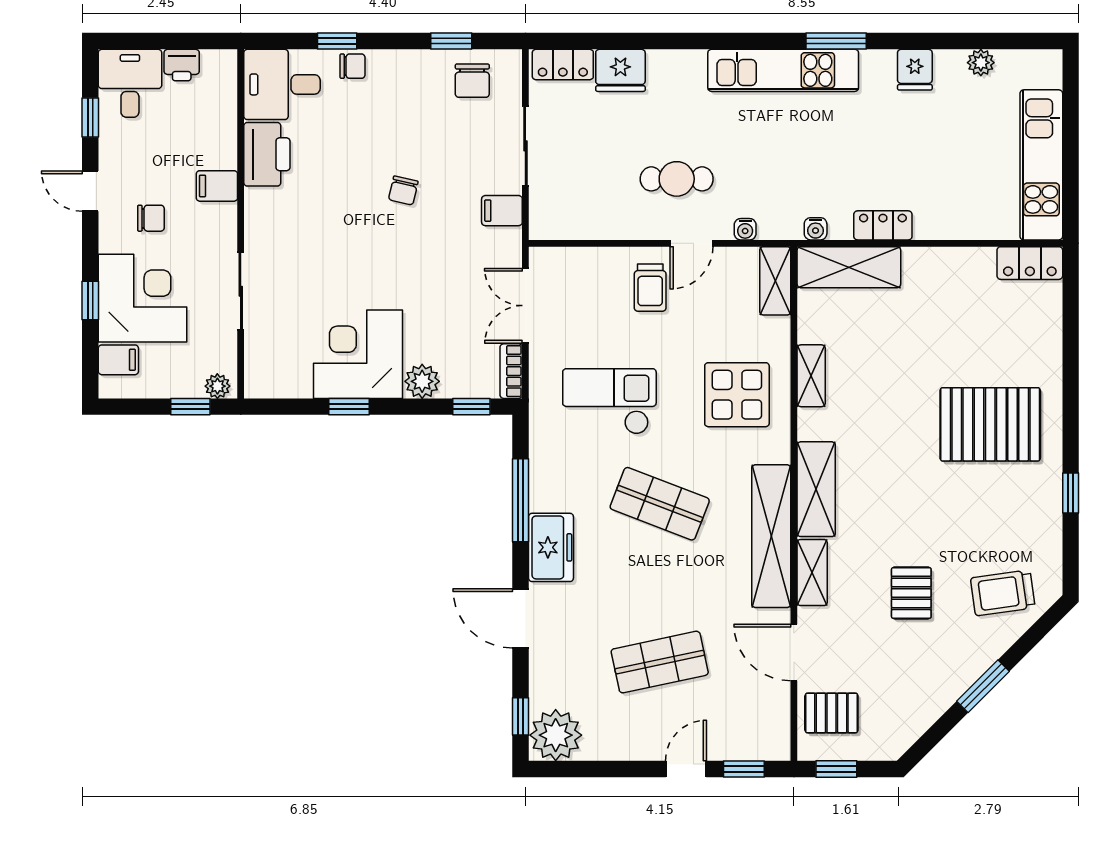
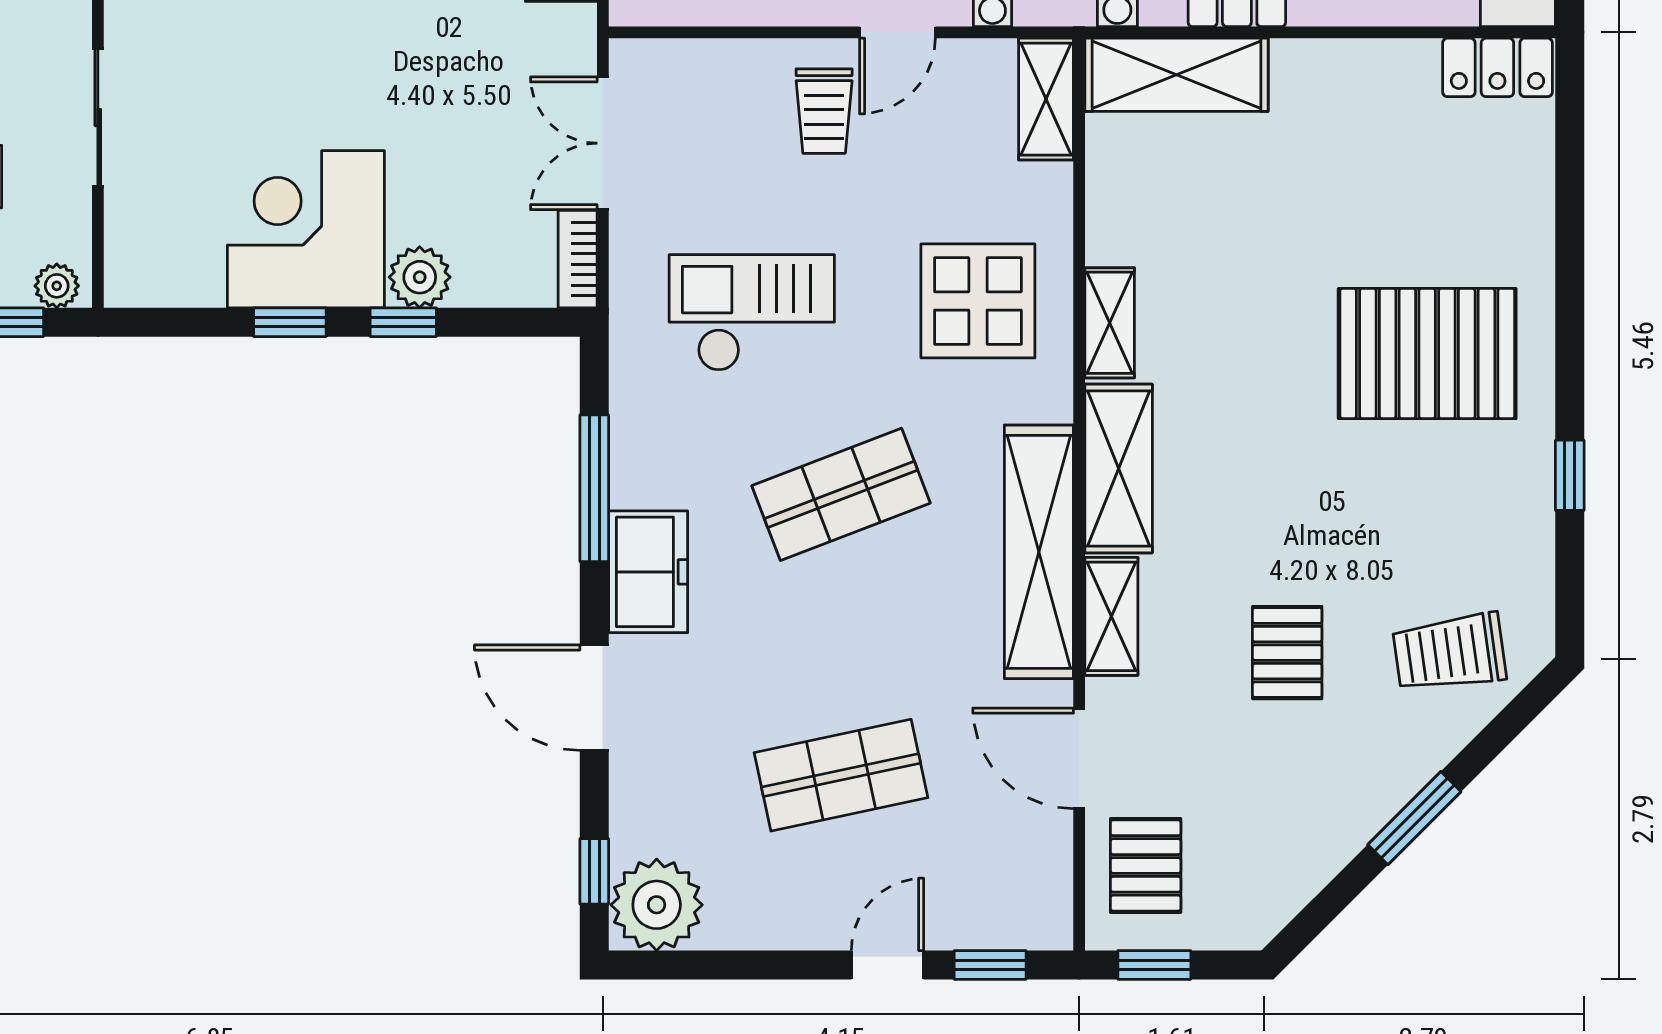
shelving: (811, 376) -> (1110, 323), moved
window: (471, 407) -> (403, 322), moved
shop shelf: (660, 504) -> (841, 494), turned -42
pallet: (831, 713) -> (1146, 865), turned 90

